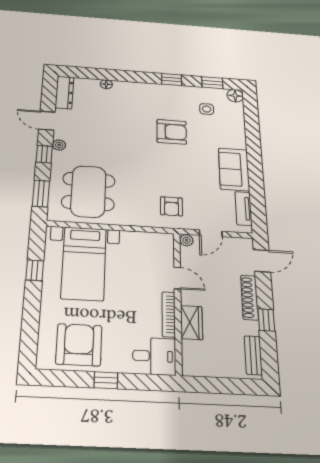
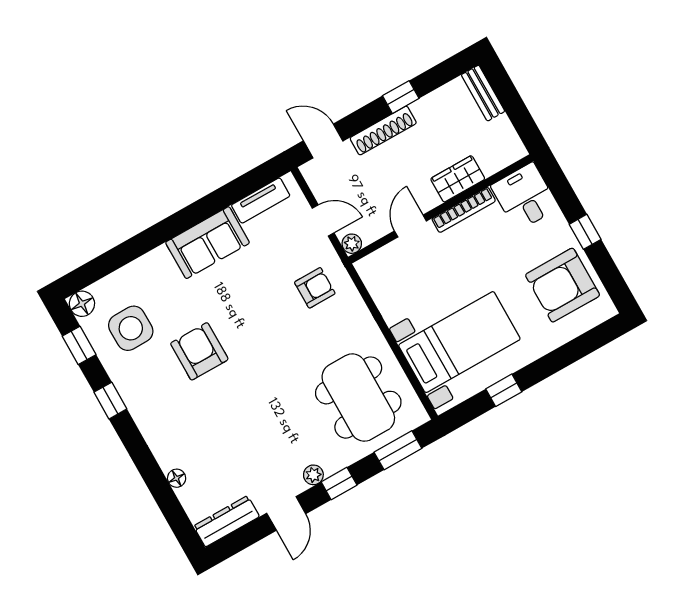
side table: (207, 109) -> (131, 328), width x1.87, depth x1.87
dining table: (88, 191) -> (358, 398), turned 90
bench: (253, 355) -> (483, 93), moved, turned 90

